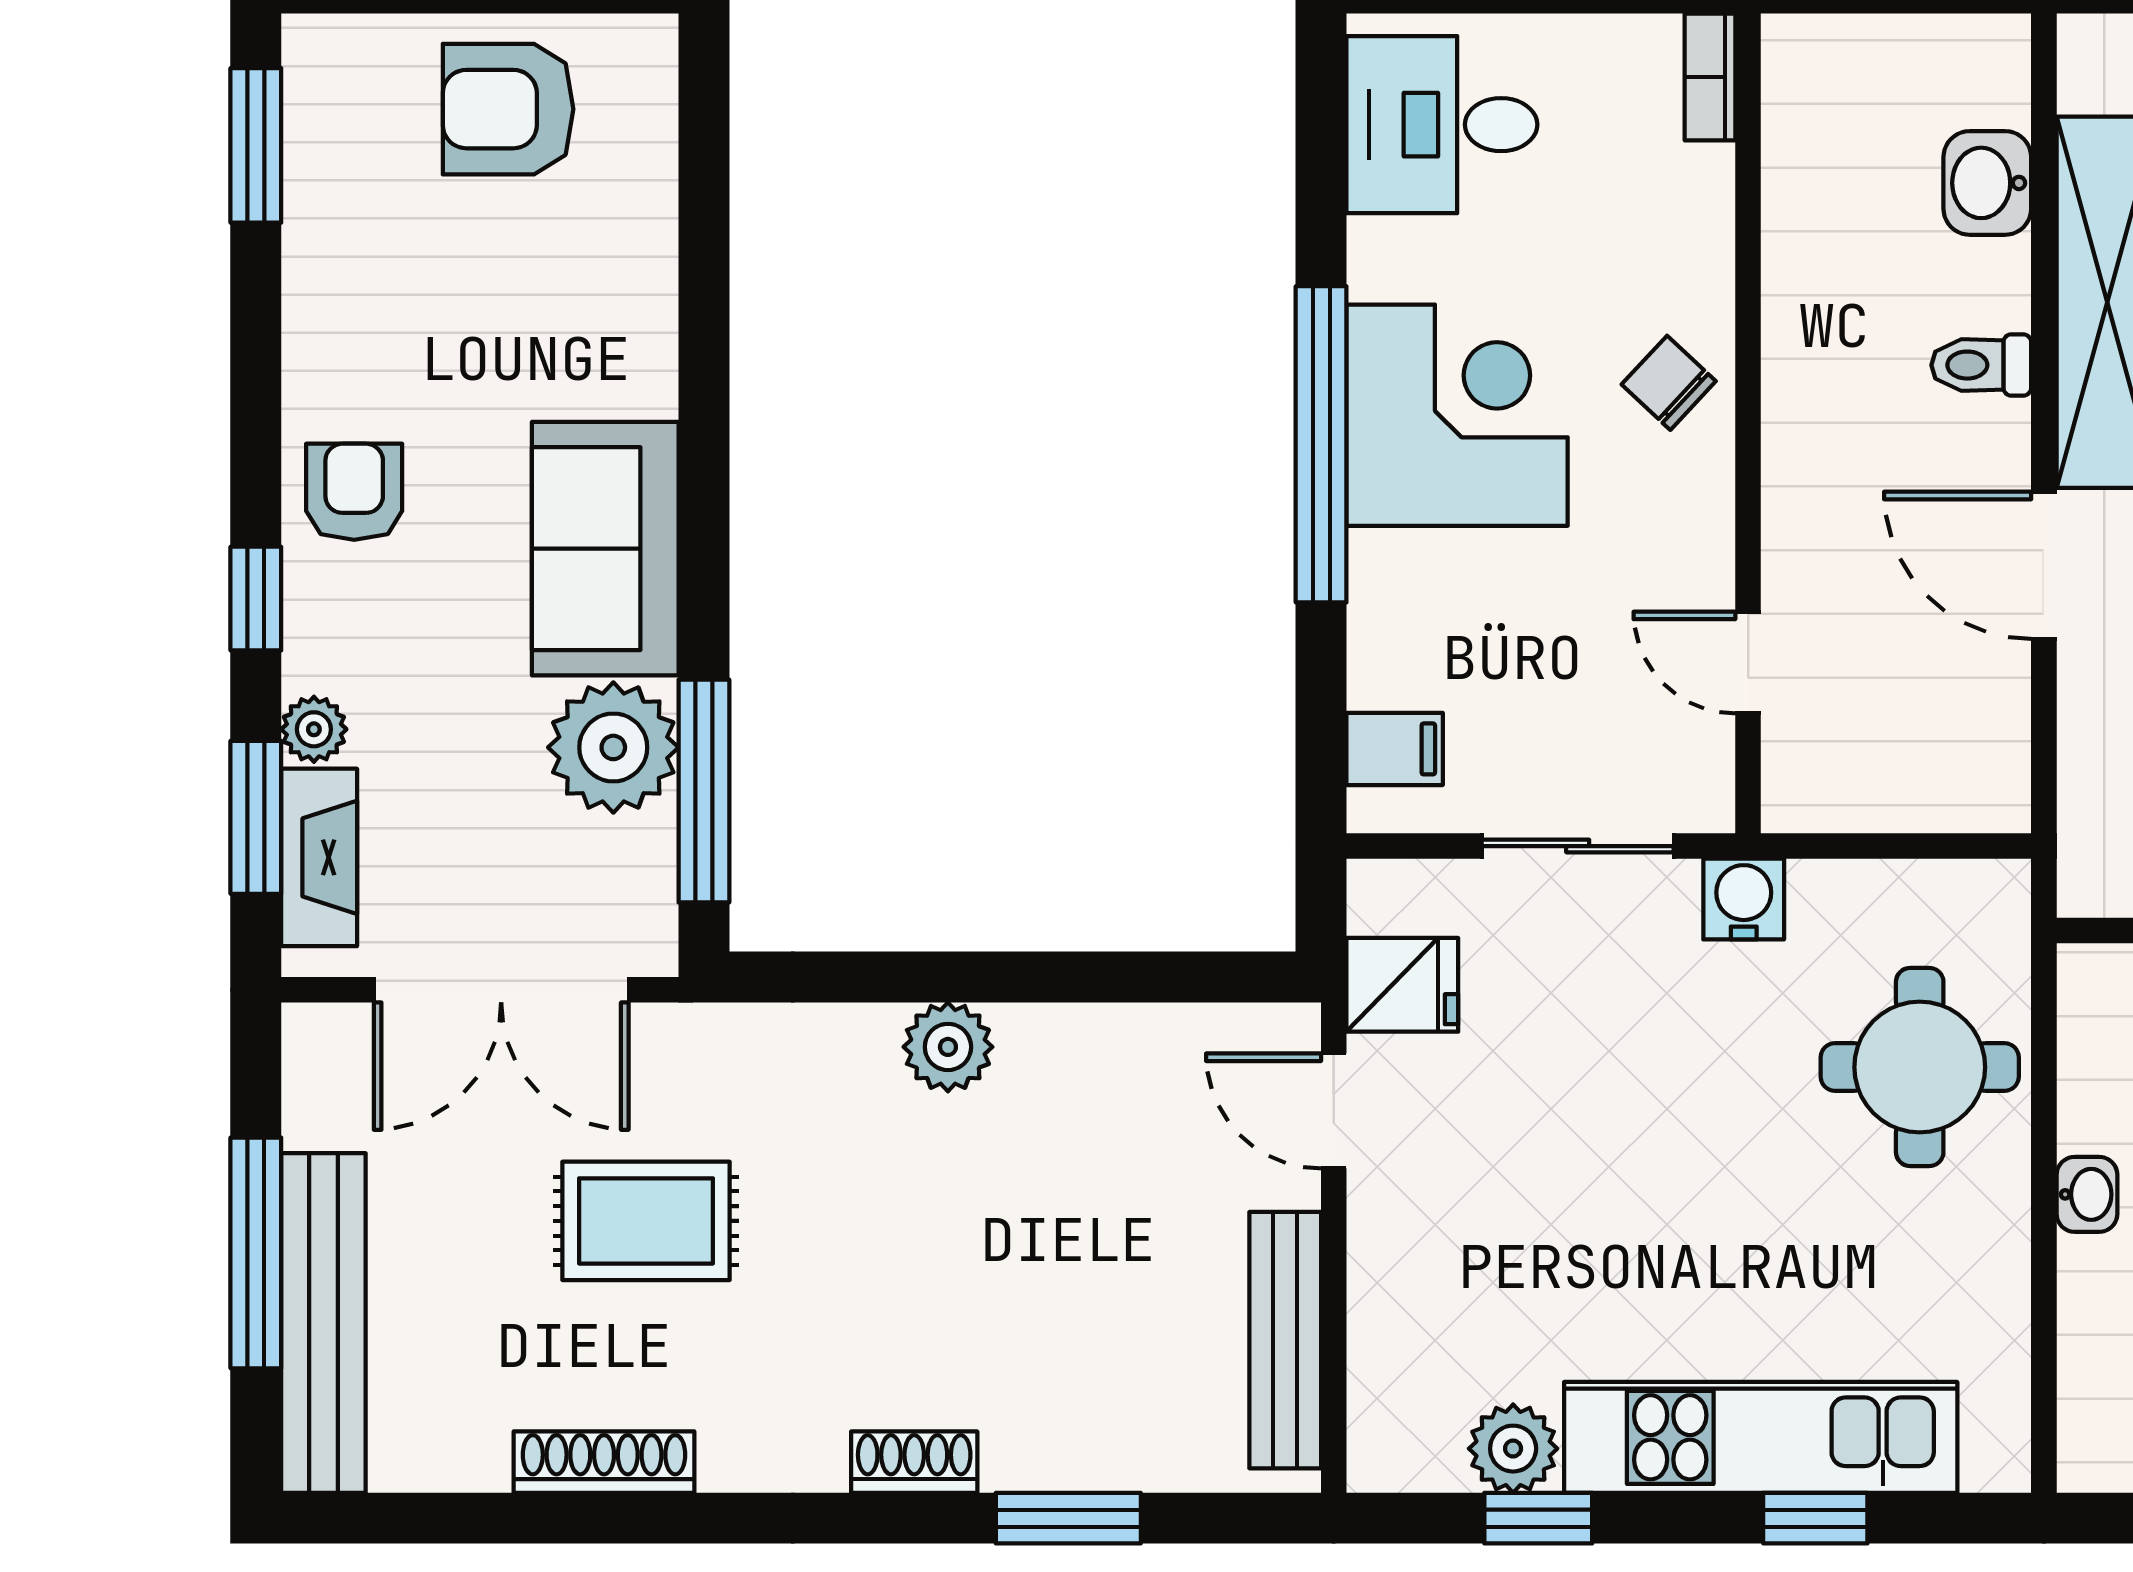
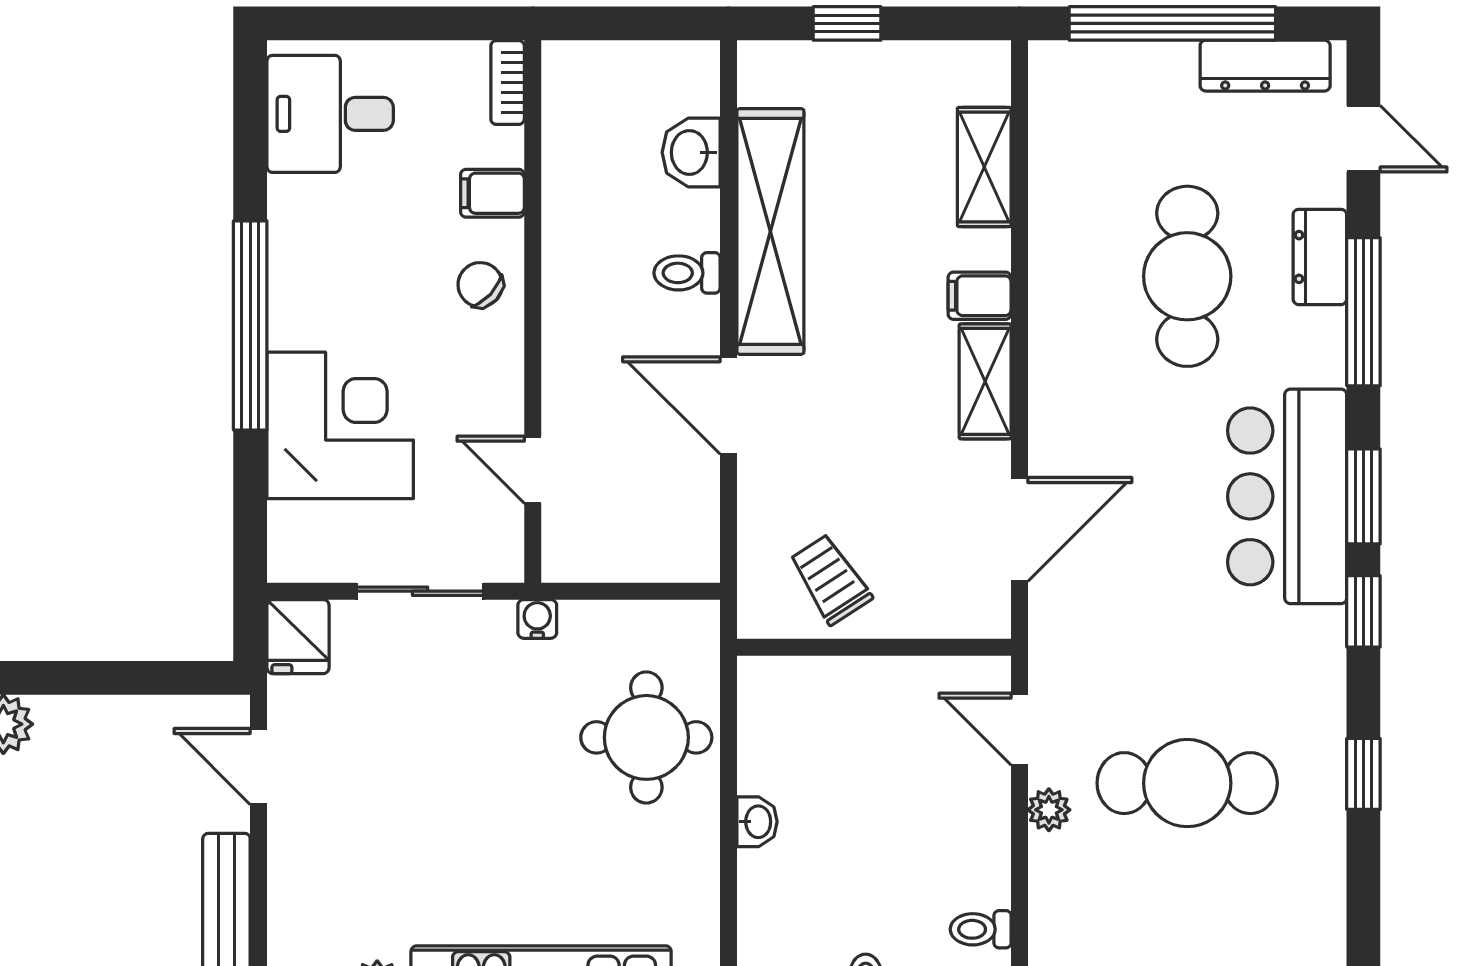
corner desk: (1457, 415) -> (340, 425), moved
filing cabinet: (1395, 749) -> (492, 193), moved, turned 180
water cooler: (1744, 899) -> (537, 619), width x0.72, depth x0.72
fridge: (1402, 985) -> (298, 637), moved, turned 90

